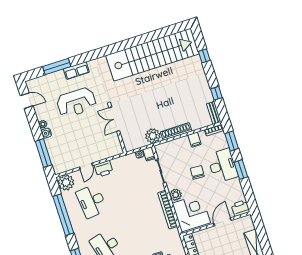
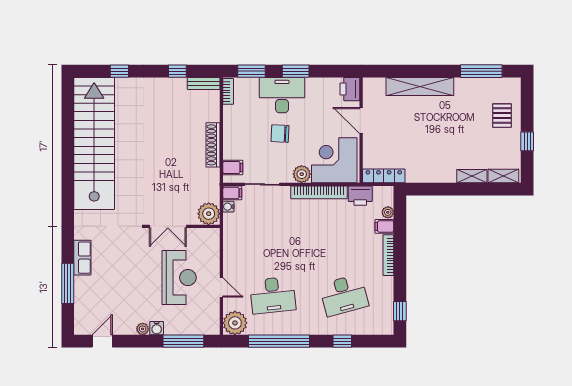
reception desk: (76, 102) -> (179, 278), moved
plant: (153, 136) -> (209, 214), moved
filing cabinet: (194, 140) -> (233, 167), moved
printer: (104, 169) -> (360, 196), moved, turned 90

